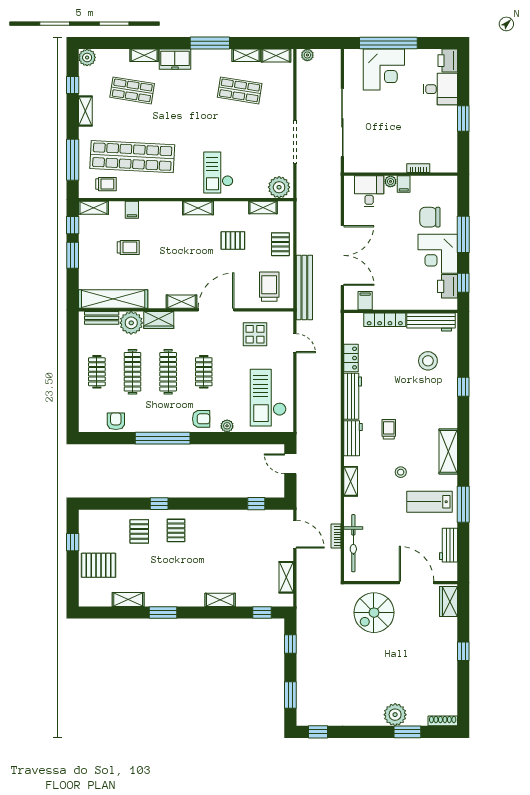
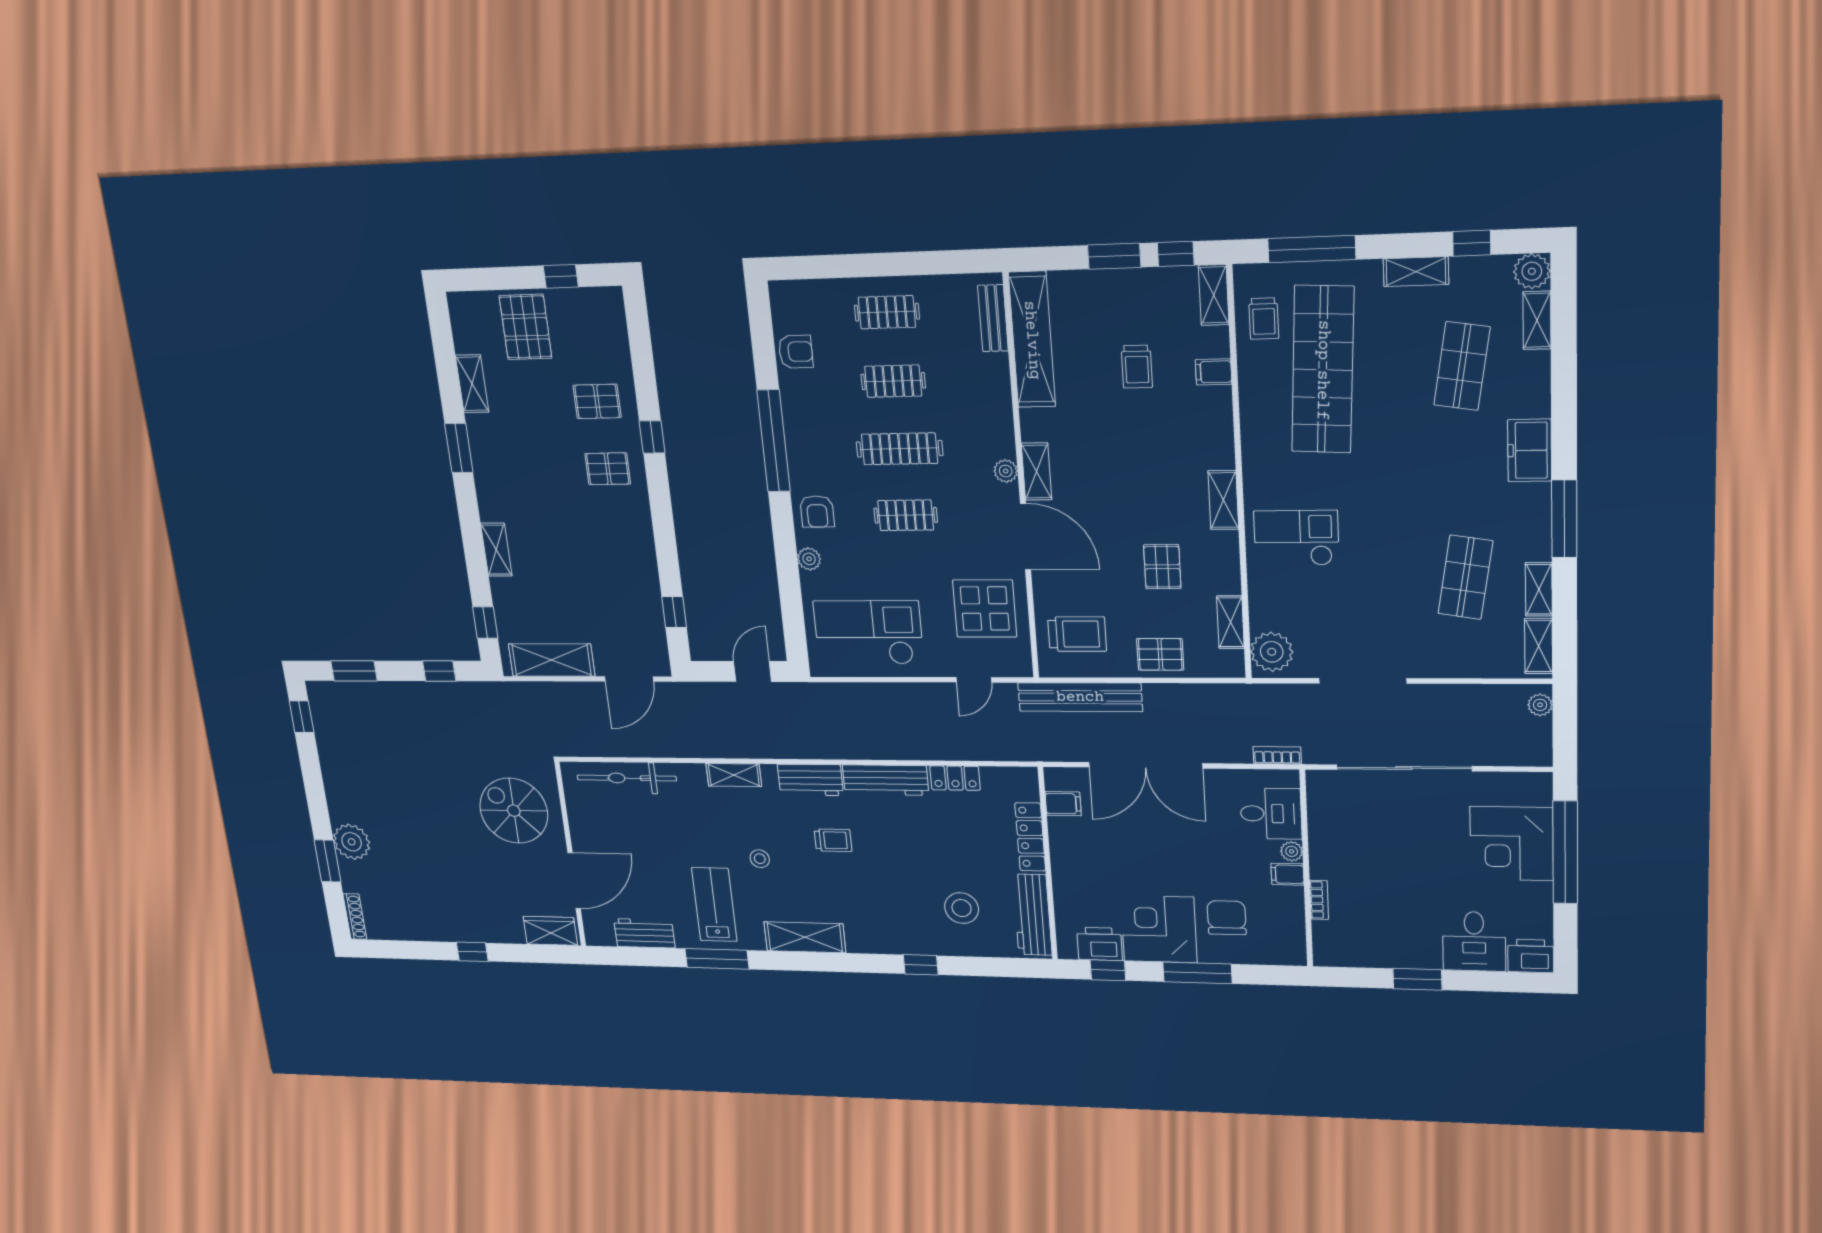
shelving: (144, 55) -> (1537, 320), moved
wardrobe: (159, 320) -> (998, 429), removed
plant: (131, 323) -> (1006, 471), moved, width x0.53, depth x0.53
display table: (255, 334) -> (985, 609), width x1.36, depth x1.36
clothes rail: (132, 372) -> (893, 381), width x0.73
bookcase: (336, 536) -> (1277, 755), moved
shelving: (286, 577) -> (552, 660), width x1.50, depth x1.33

